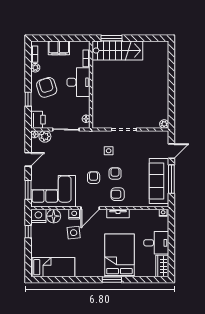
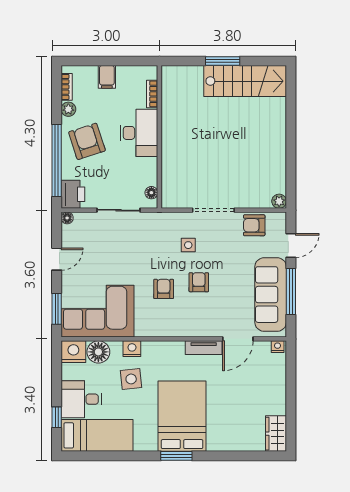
window: (112, 38) -> (223, 61), moved
filing cabinet: (59, 48) -> (107, 77), width x0.50
stairs: (117, 50) -> (245, 81), moved
window: (28, 99) -> (57, 160), width x3.17
plant: (45, 136) -> (84, 222), removed
armchair: (118, 194) -> (254, 225), moved
door: (90, 208) -> (238, 339), moved
window: (28, 232) -> (57, 417), moved
desk: (156, 243) -> (81, 399), moved, turned 180
bed: (119, 255) -> (182, 416), moved
window: (112, 280) -> (176, 456), moved

